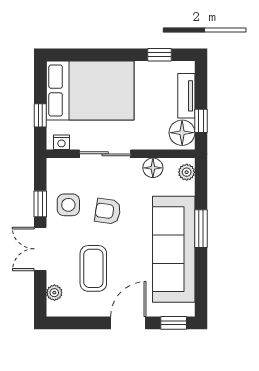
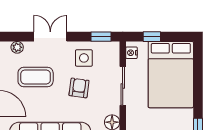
window: (40, 204) -> (101, 37), moved

